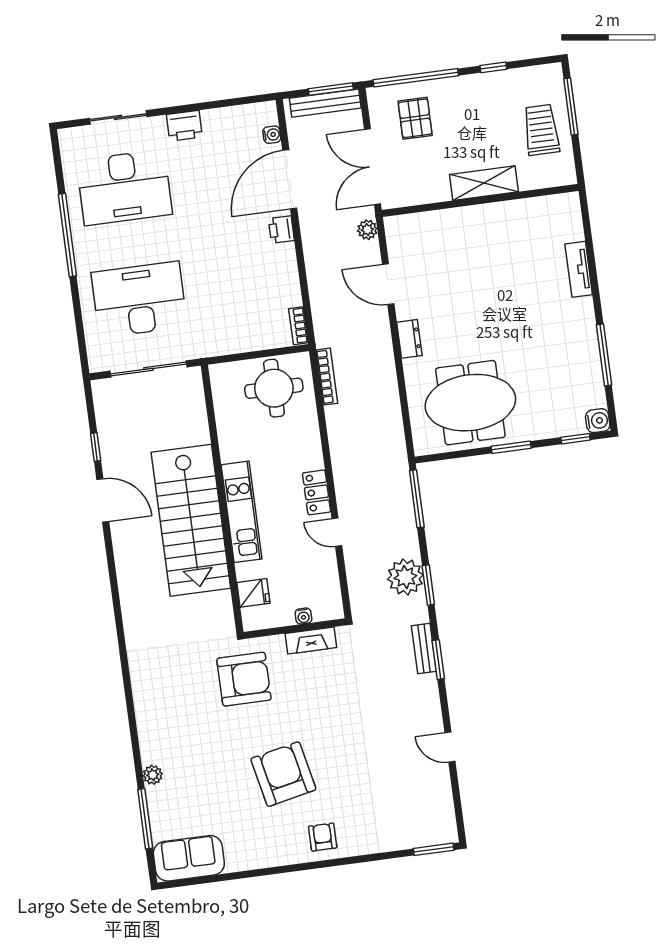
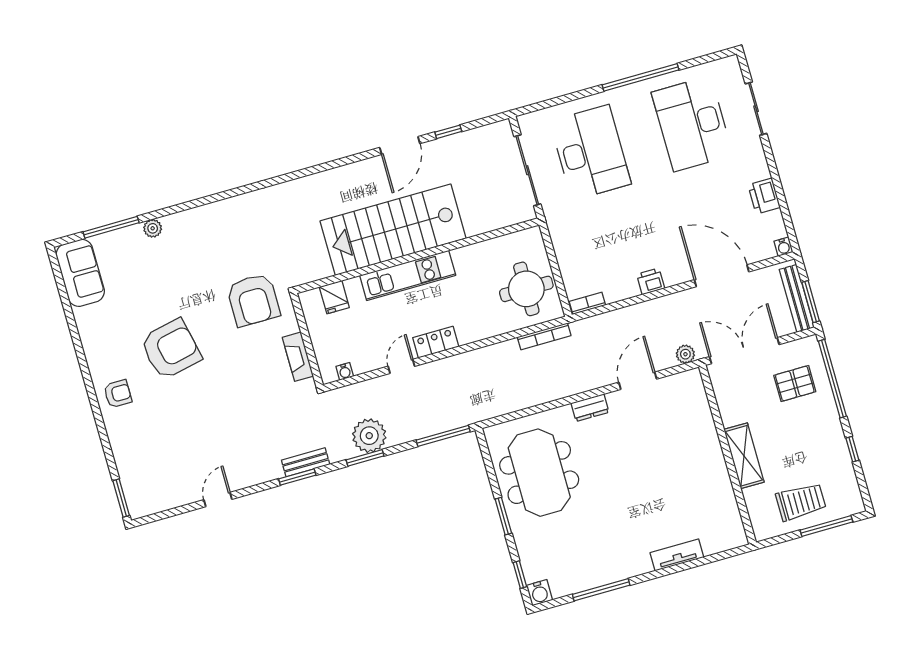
printer: (184, 126) -> (764, 196), moved
water cooler: (272, 135) -> (784, 247), moved
printer: (281, 230) -> (651, 281), moved
water cooler: (303, 616) -> (345, 371), moved, turned -90

